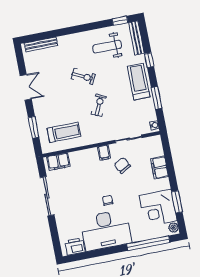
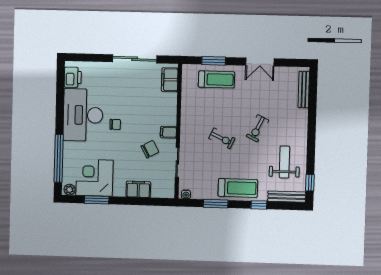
treadmill: (64, 132) -> (216, 79), moved, turned -90

